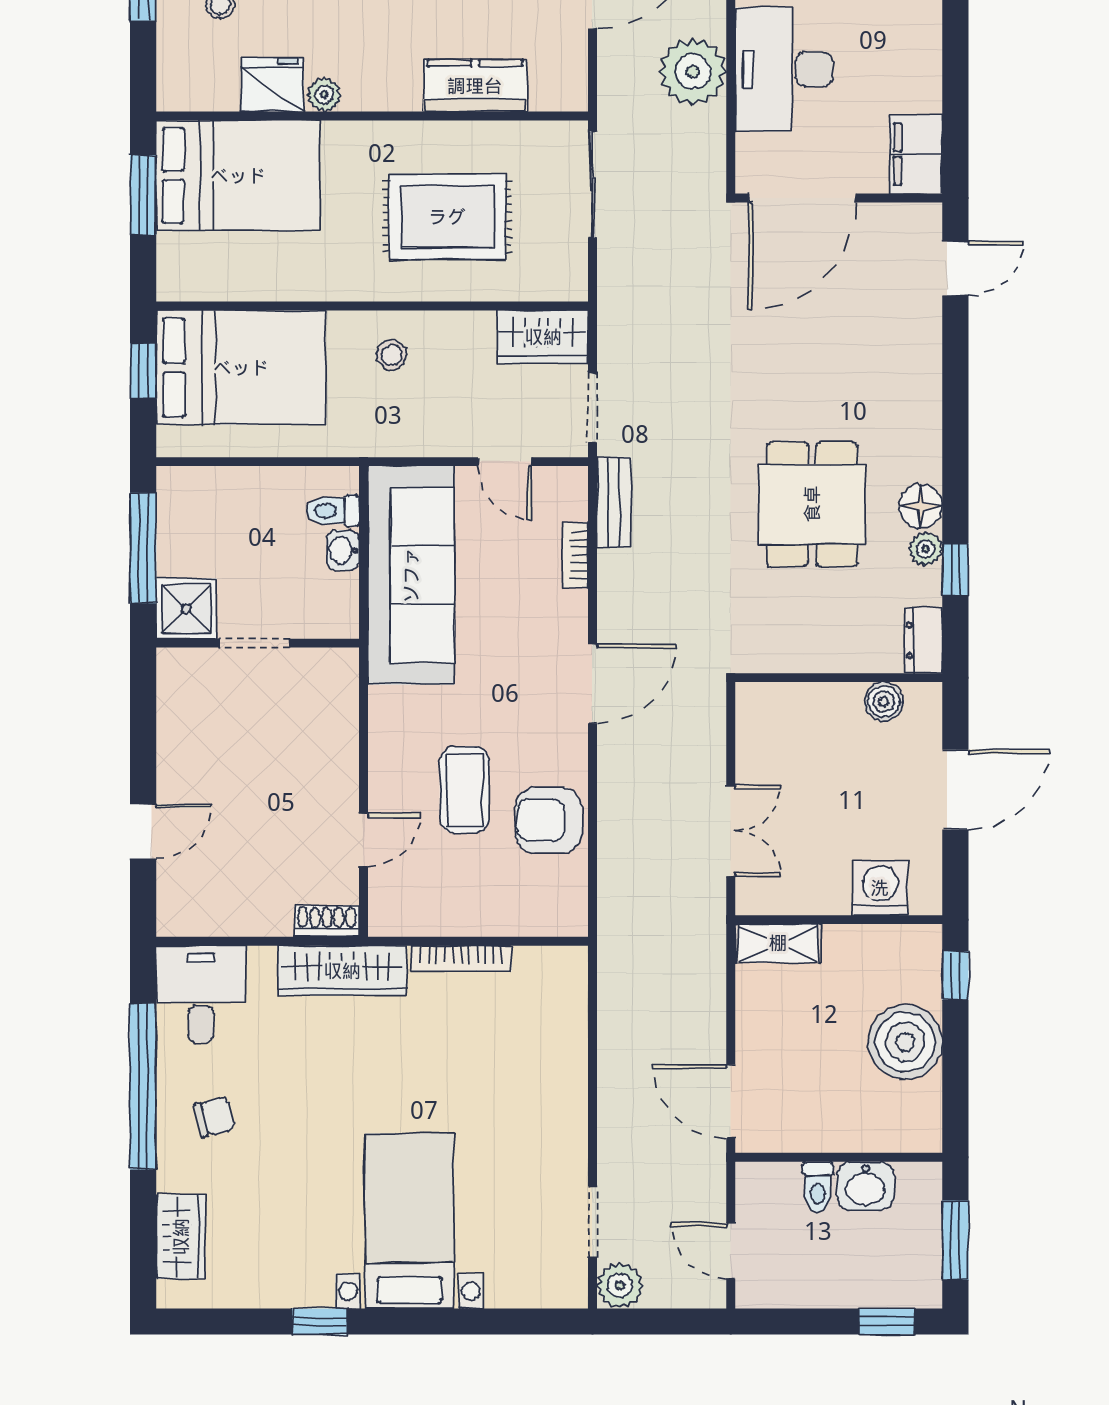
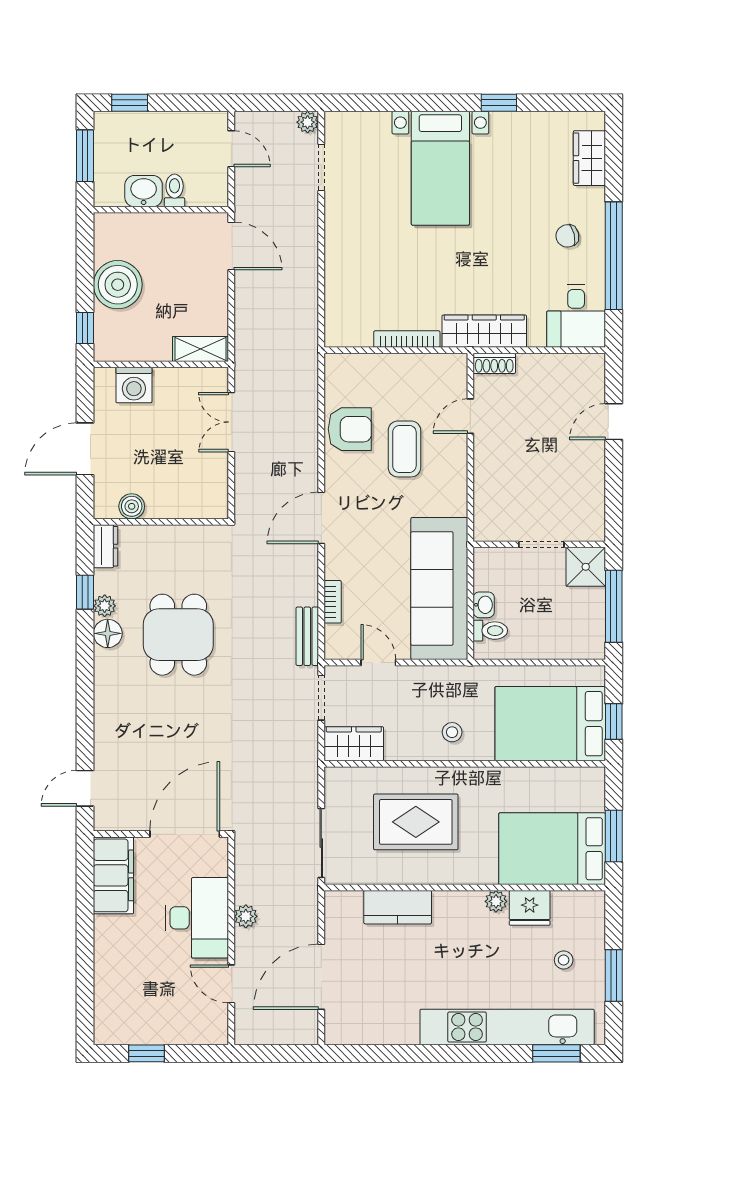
plant: (693, 72) -> (246, 916), width x0.53, depth x0.53
filing cabinet: (916, 154) -> (113, 875), width x1.50, depth x1.17
plant: (620, 1285) -> (308, 122), width x0.73, depth x0.73

